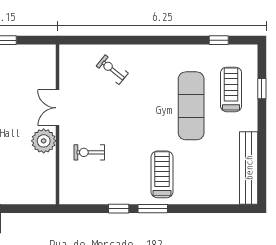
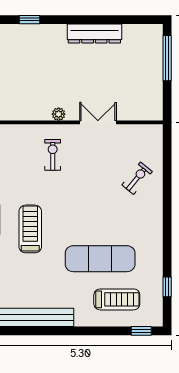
window: (262, 89) -> (141, 331), moved
plant: (44, 141) -> (59, 114), width x0.53, depth x0.53
treadmill: (162, 174) -> (30, 229), turned -90

